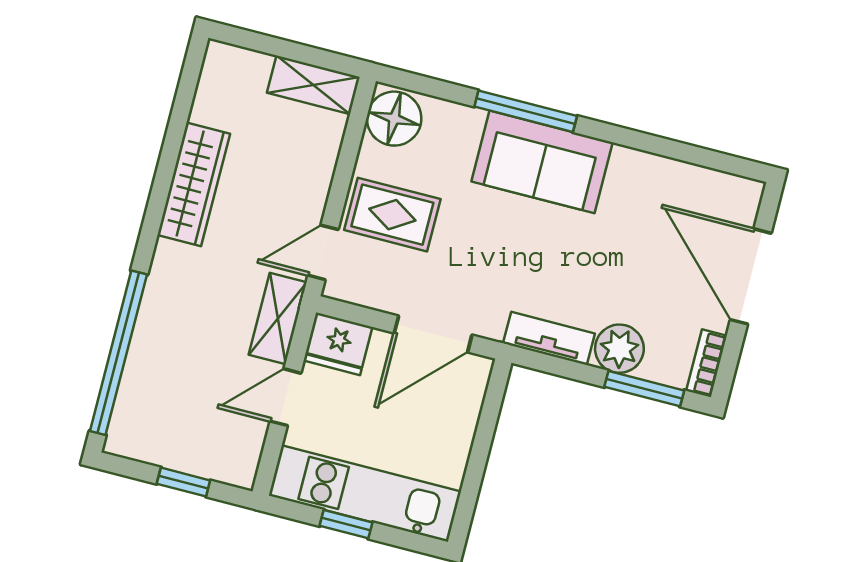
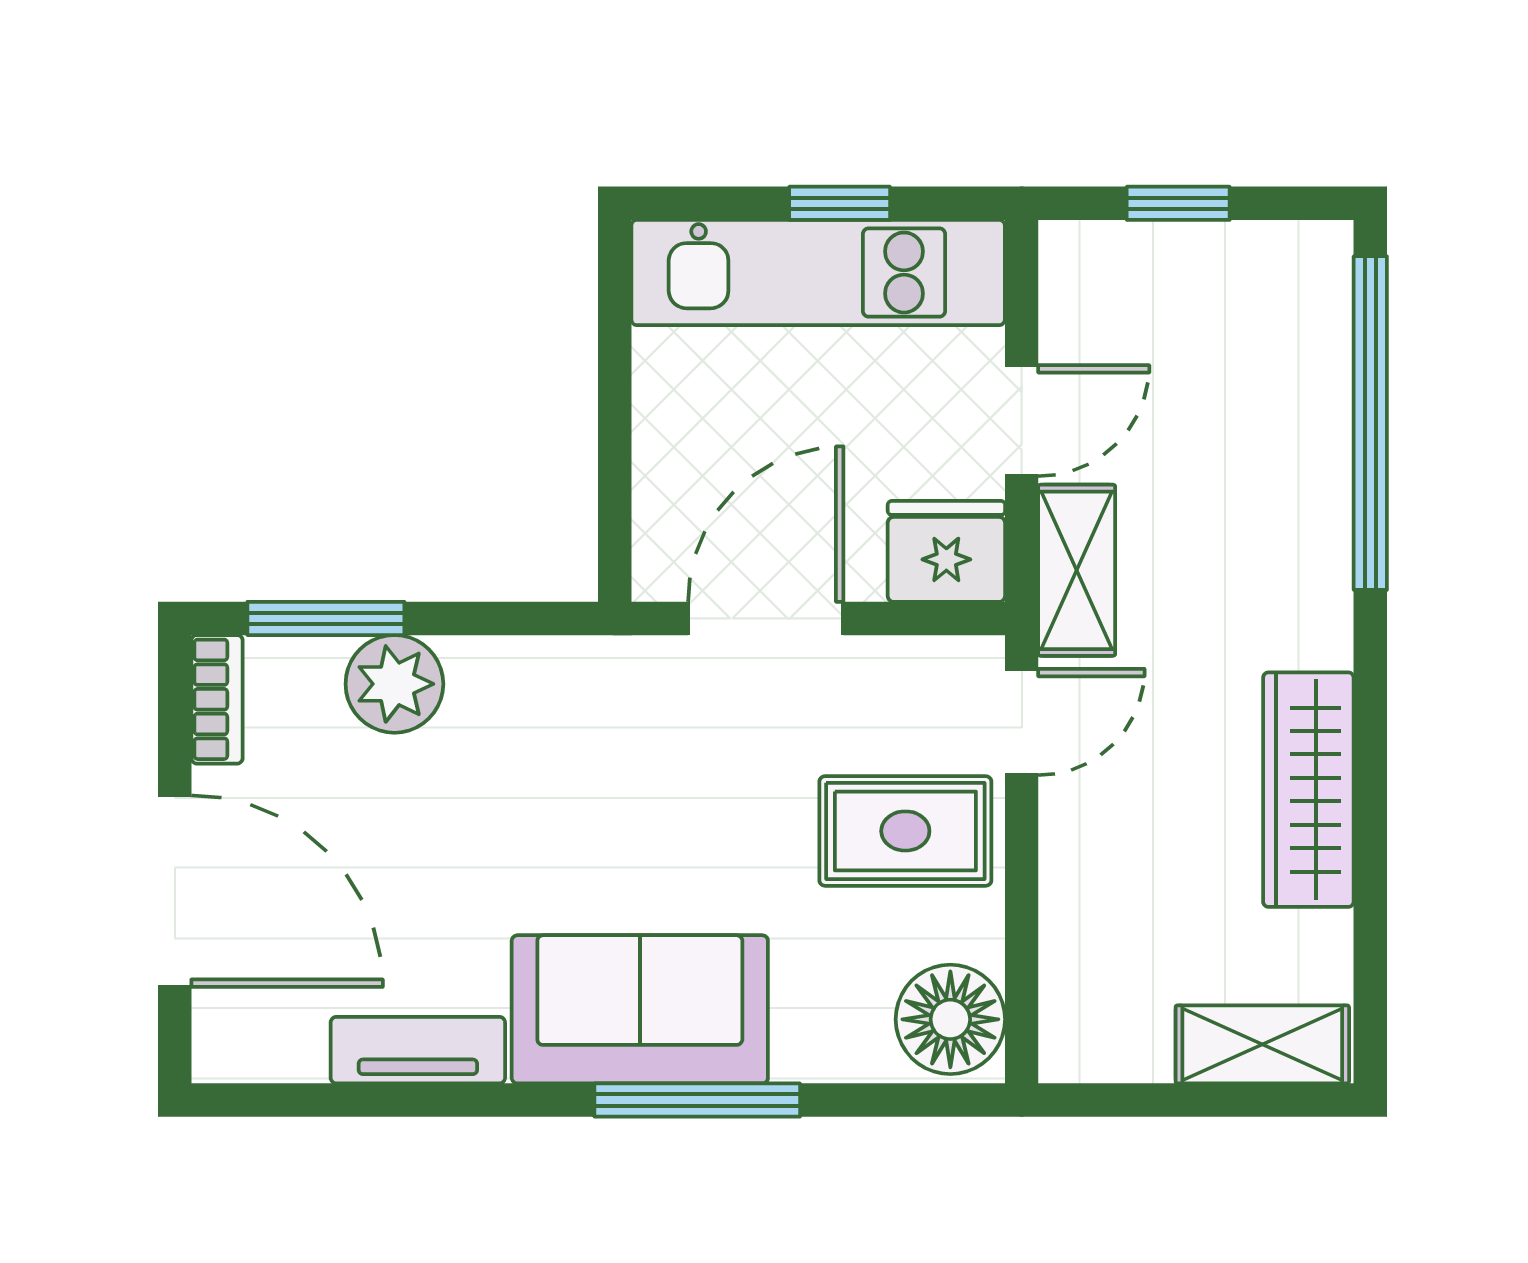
shelving: (313, 85) -> (1262, 1044), moved
tv unit: (549, 338) -> (418, 1050), moved, turned 180

